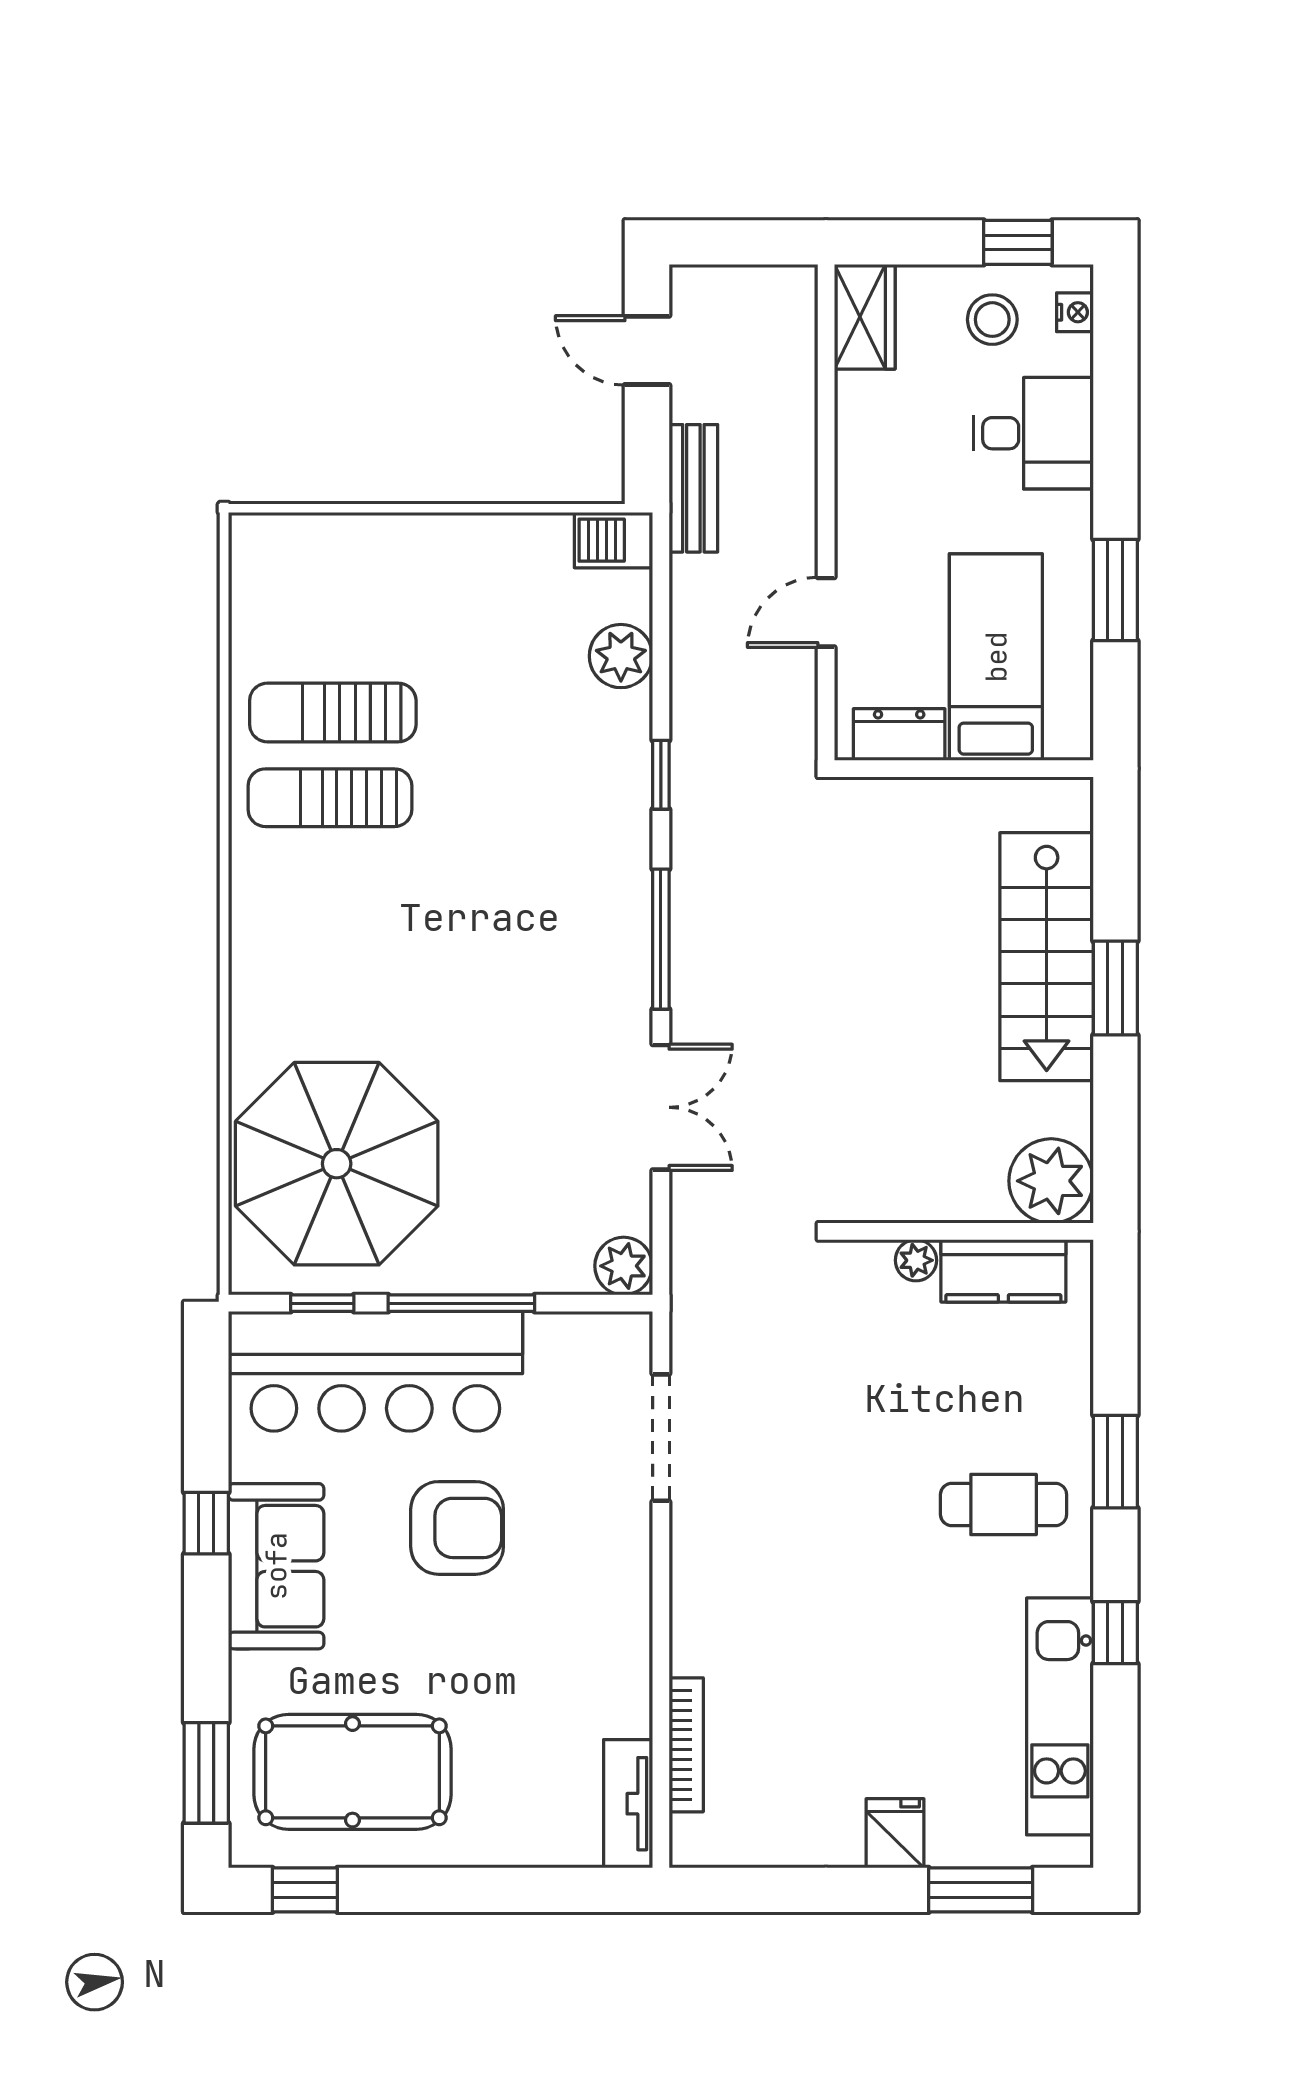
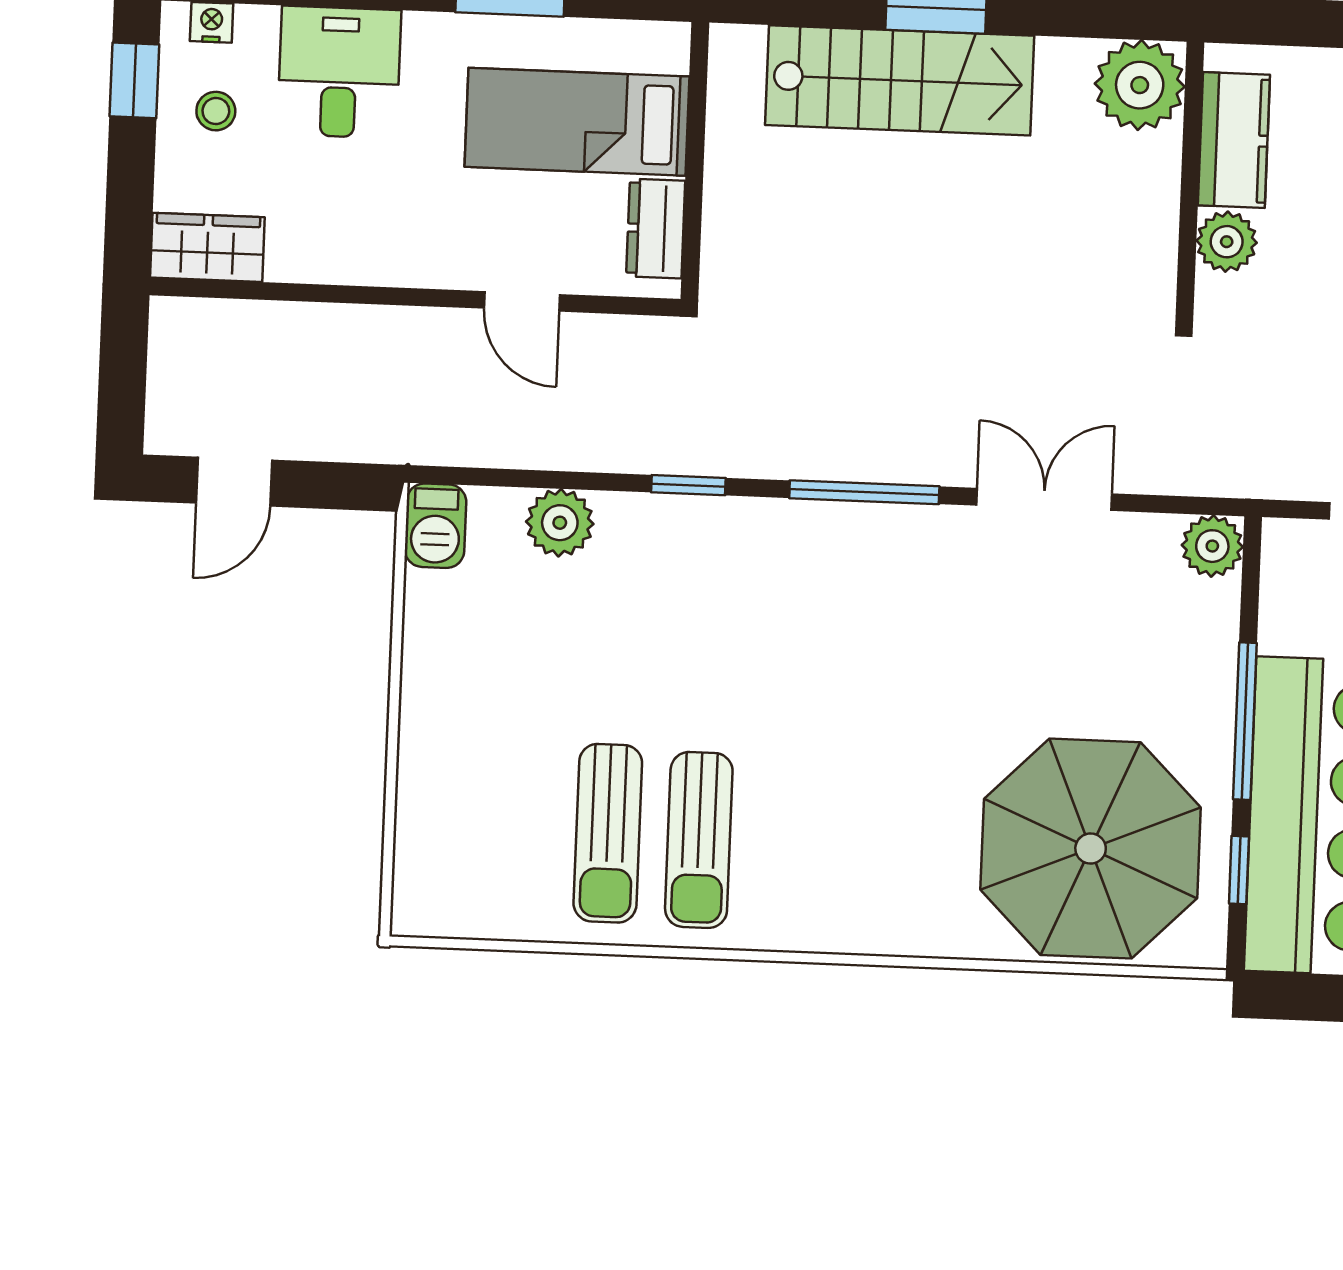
stool: (992, 320) -> (216, 111), width x0.73, depth x0.73
bench: (693, 488) -> (384, 438), removed
plant: (916, 1260) -> (1227, 242), width x1.38, depth x1.38

